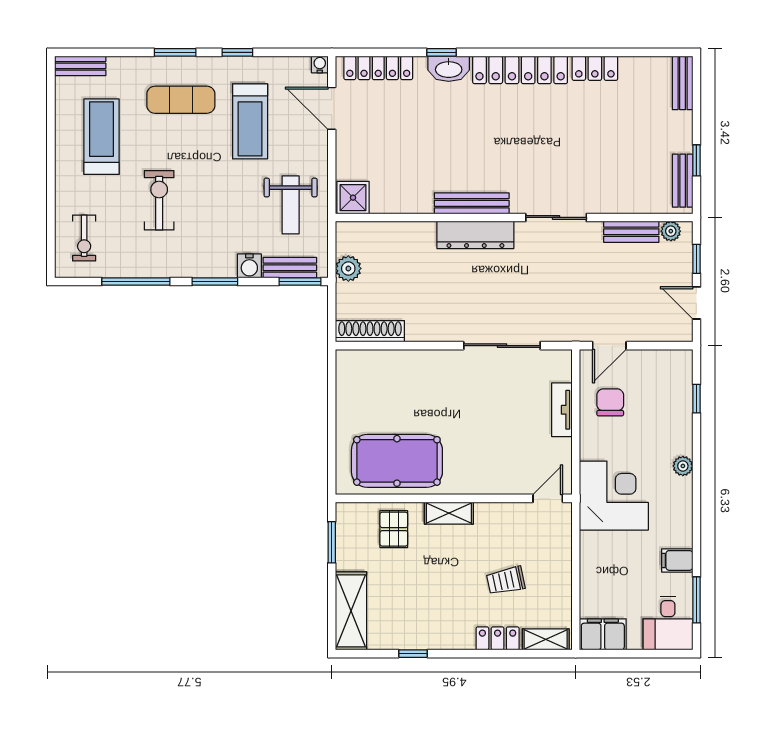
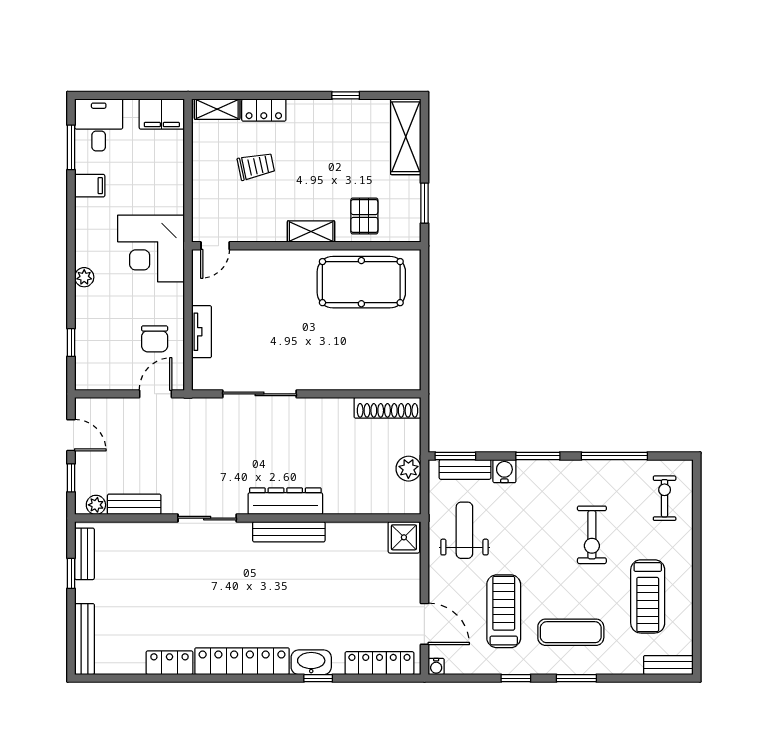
bench: (683, 83) -> (85, 639), width x1.36

